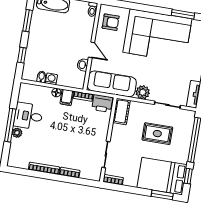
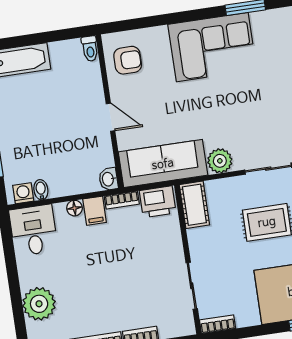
corner sofa: (157, 36) -> (212, 47), width x0.73, depth x0.74
washbasin: (83, 65) -> (108, 179), moved
washing machine: (51, 79) -> (23, 193), moved
desk: (28, 116) -> (33, 230), moved, turned 90
window: (10, 125) -> (15, 288), removed
plant: (17, 133) -> (39, 304), width x1.88, depth x1.88

